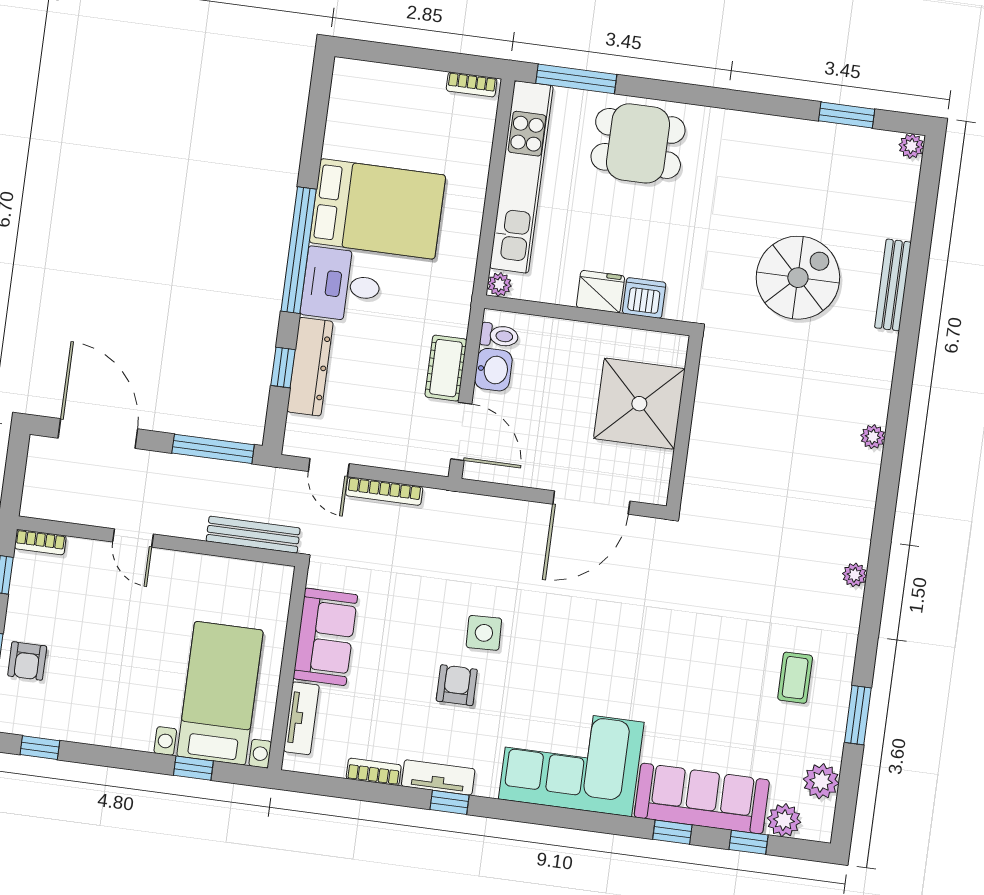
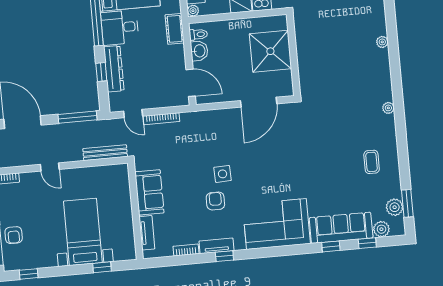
cot: (446, 368) -> (175, 29), moved
bed with nightstands: (220, 693) -> (83, 232), moved
window: (858, 715) -> (407, 203), moved

